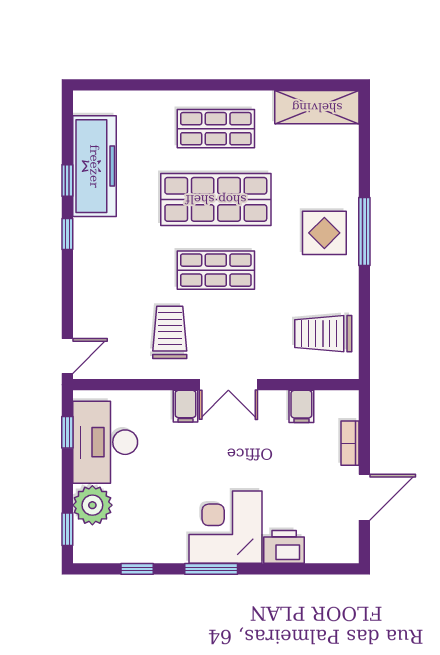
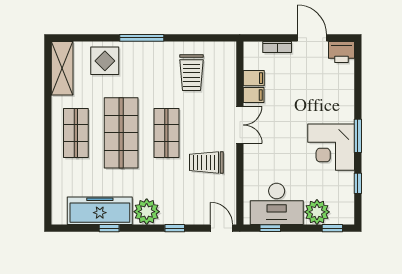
display table: (324, 233) -> (105, 61), moved
window: (67, 234) -> (175, 228), moved
plant: (93, 239) -> (147, 212), added
trolley: (323, 334) -> (192, 73), moved
filing cabinet: (186, 406) -> (254, 95), moved
corner desk: (225, 527) -> (331, 147), moved
printer: (284, 547) -> (341, 52), moved, turned -90

